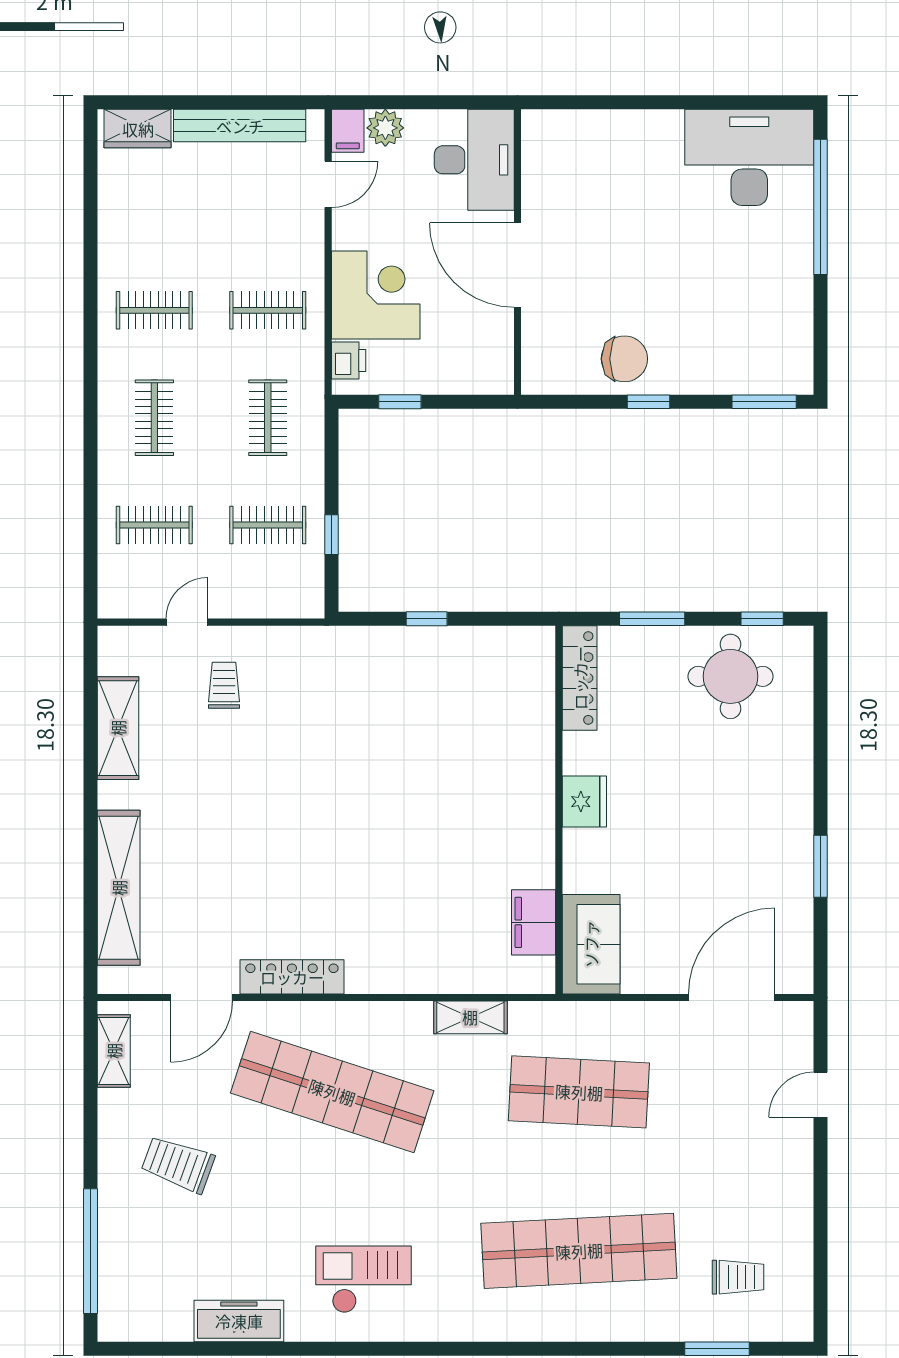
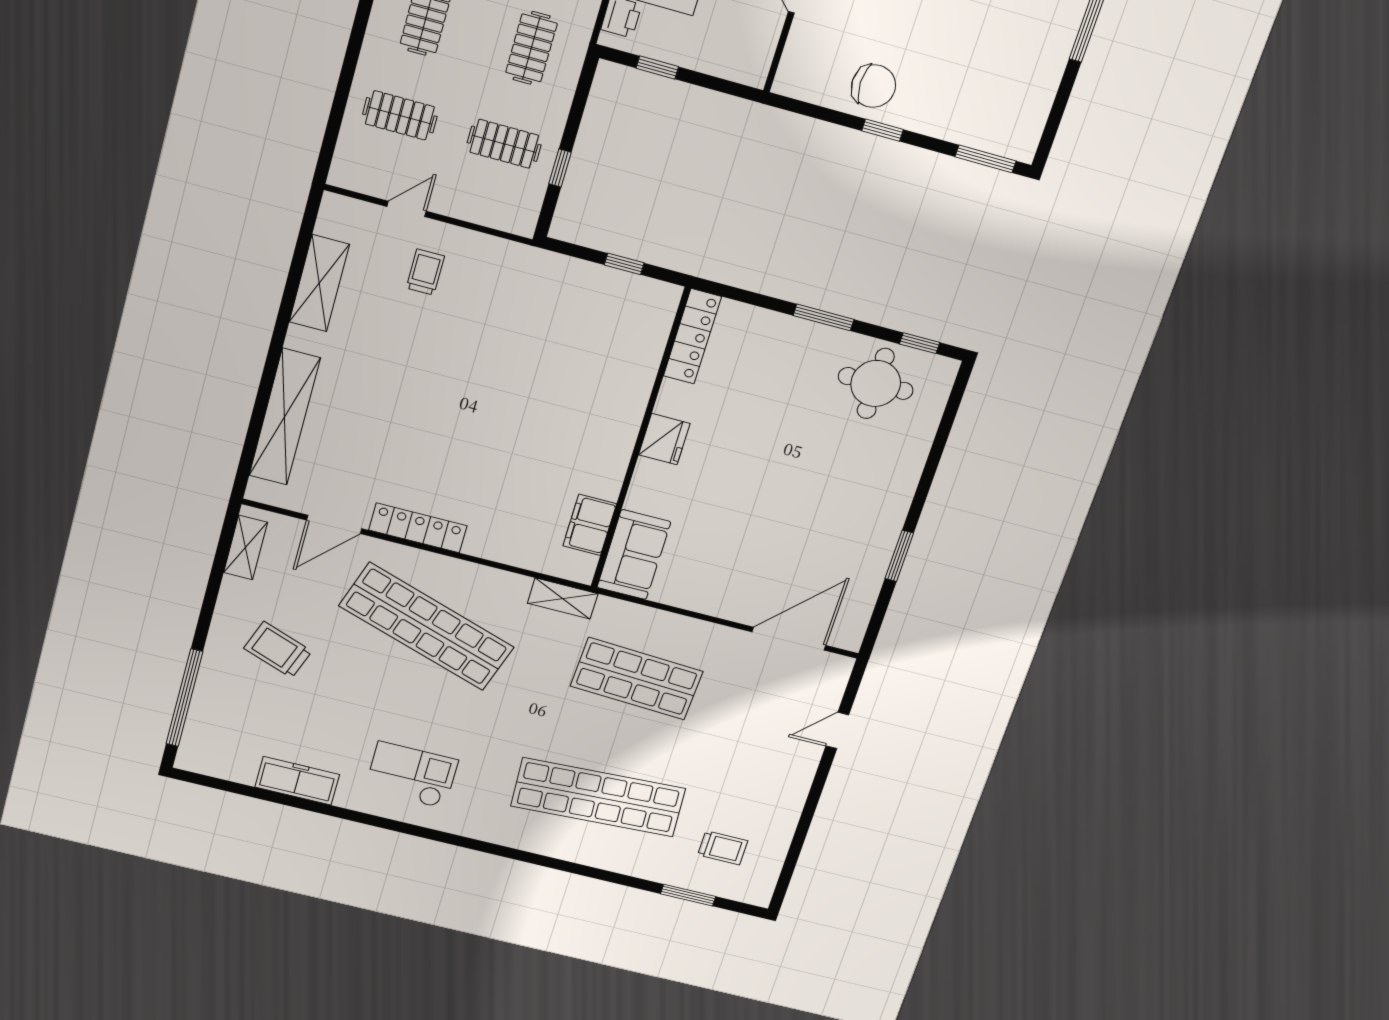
locker: (580, 678) -> (692, 336), moved
fridge: (584, 802) -> (664, 439), moved
wall: (559, 810) -> (640, 440), moved
filing cabinet: (534, 922) -> (590, 525), moved
sofa: (591, 944) -> (634, 555), moved

